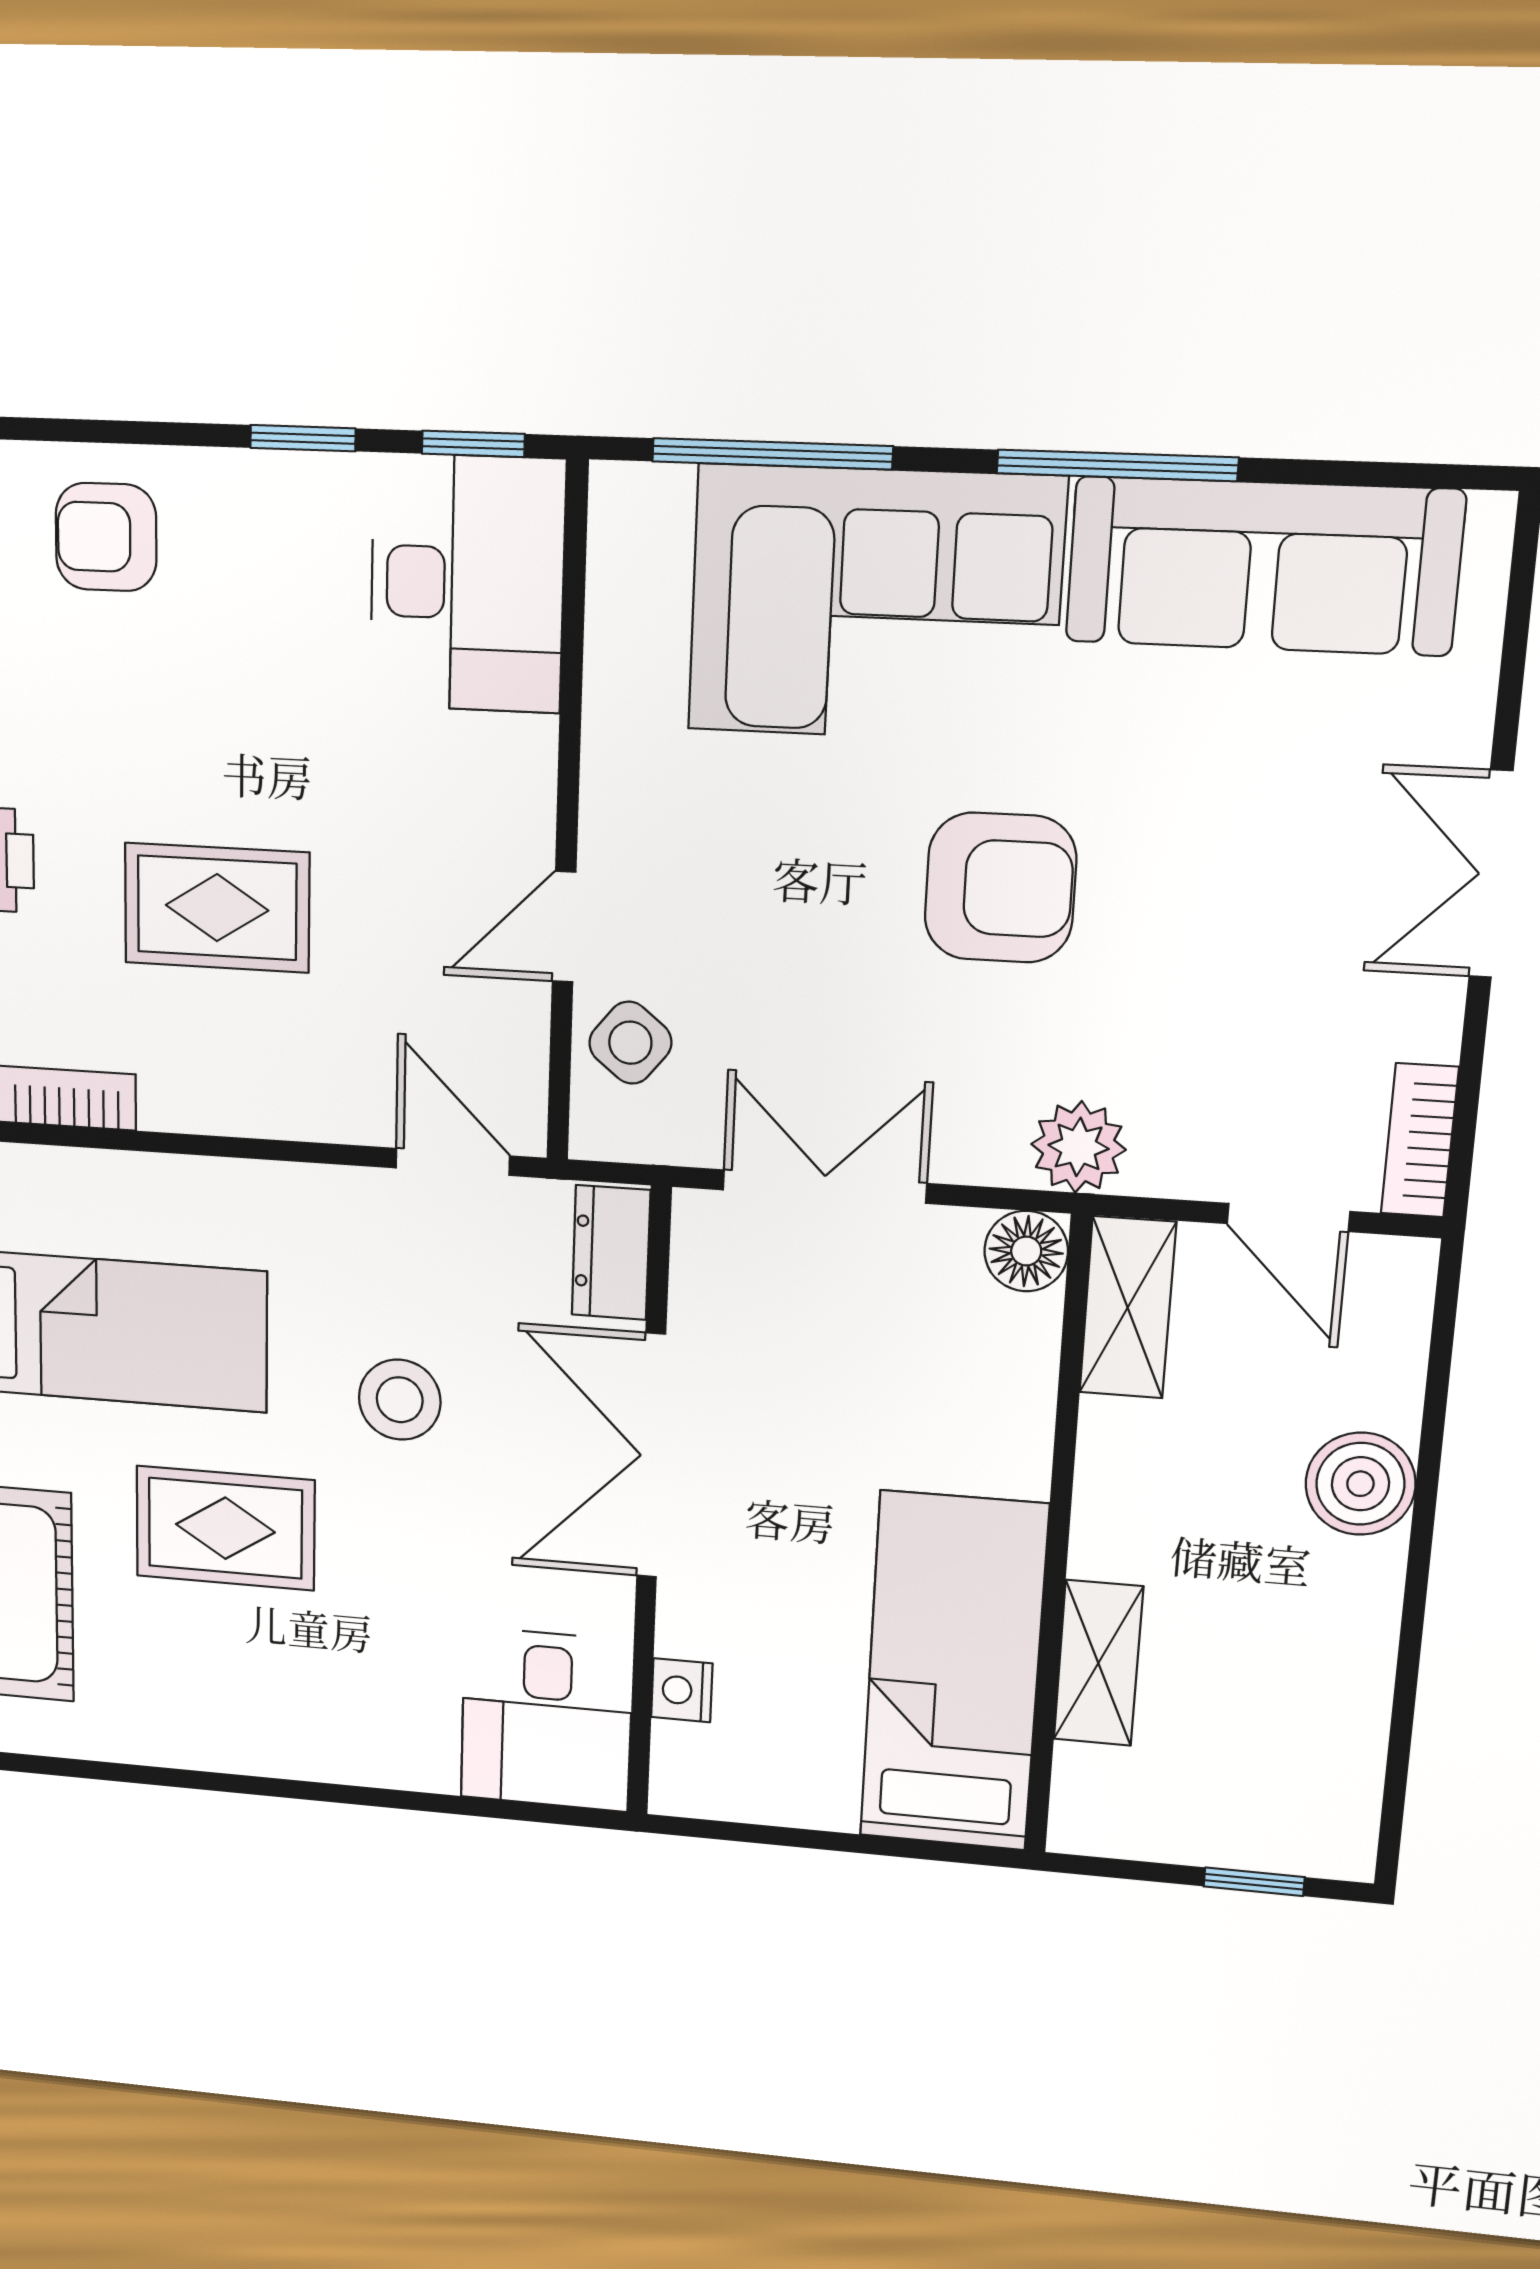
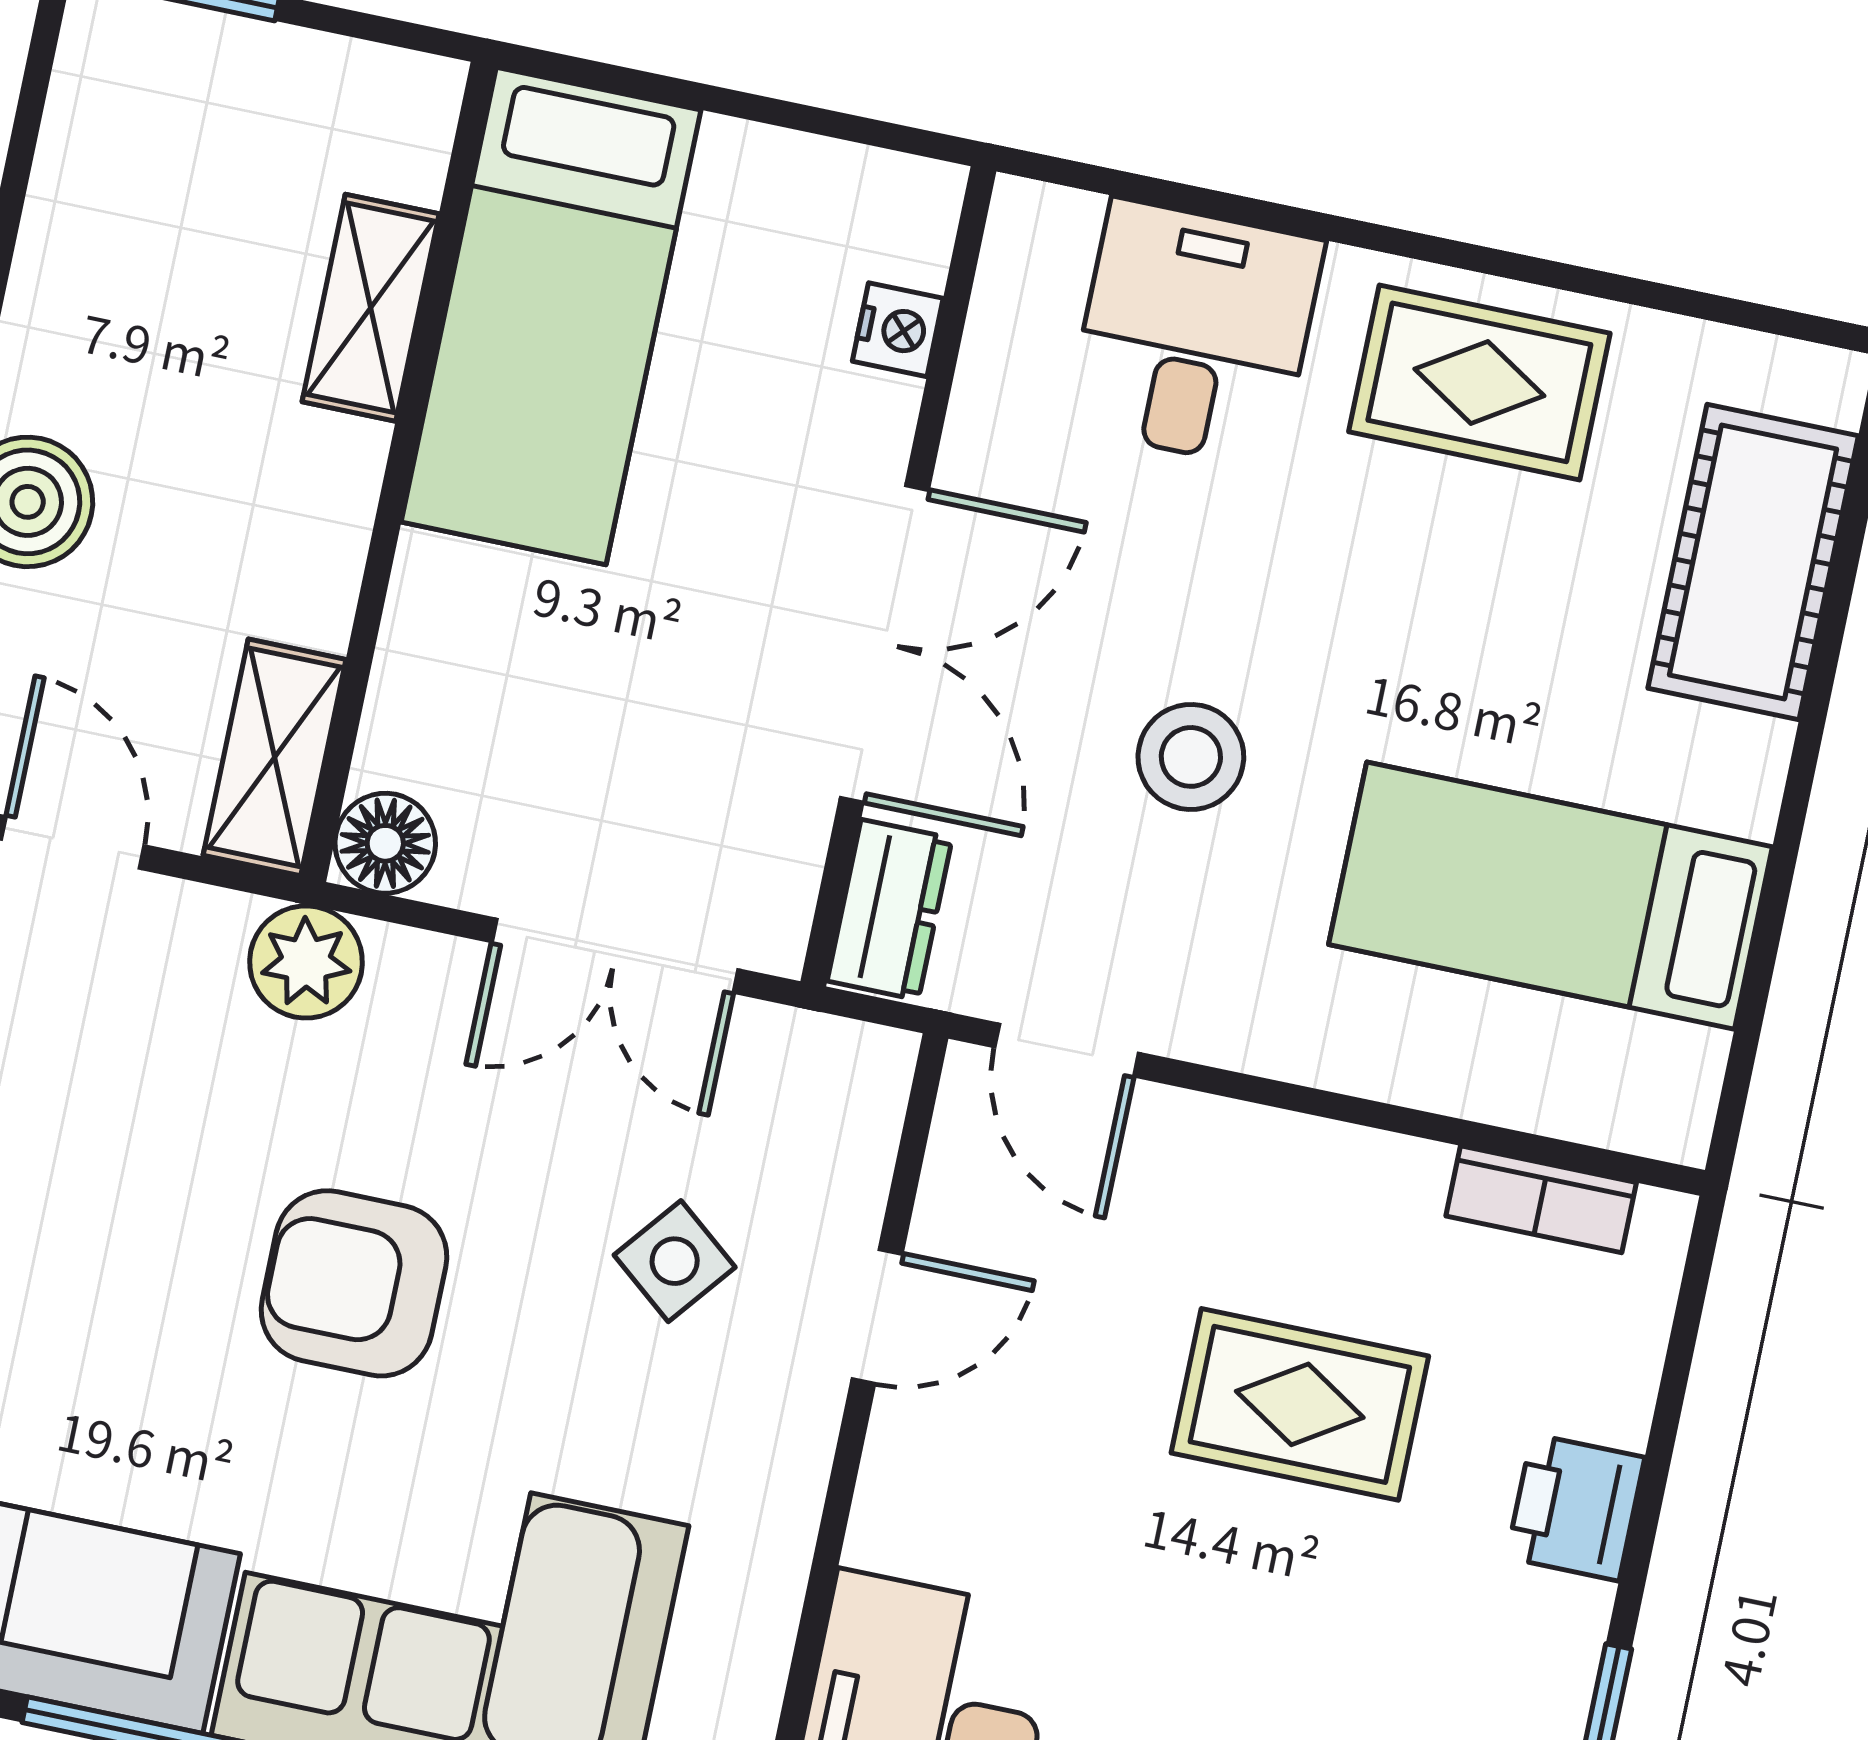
side table: (630, 1043) -> (675, 1261), moved
rug: (225, 1528) -> (1479, 382), moved
desk: (546, 1719) -> (1195, 334), moved

